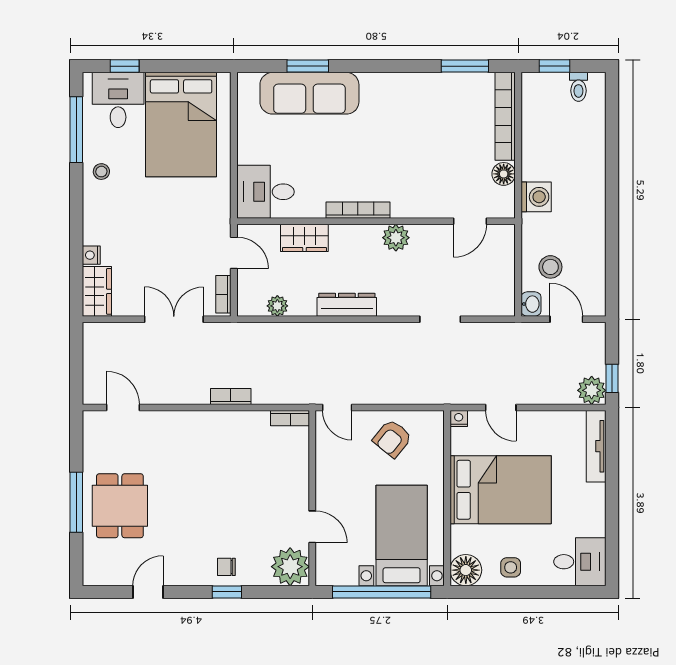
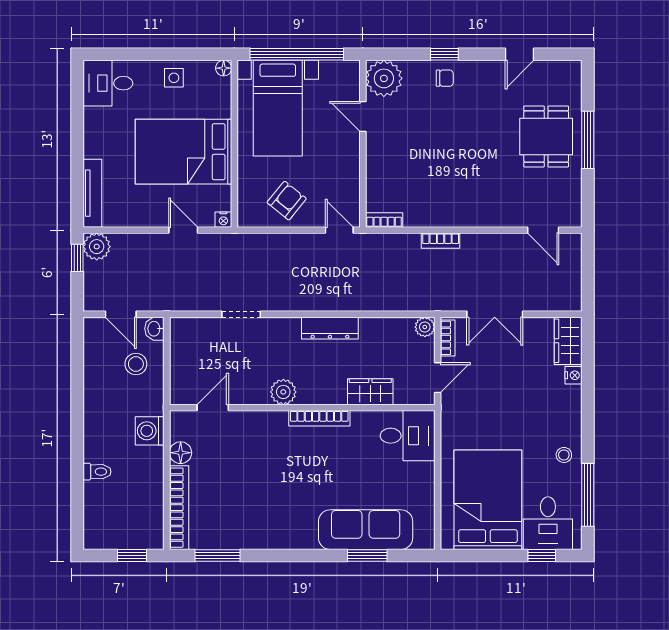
toilet: (578, 87) -> (97, 472), moved, turned 90
door: (234, 253) -> (438, 378), swing flipped
plant: (277, 306) -> (425, 327), moved
floor lamp: (466, 570) -> (224, 68), width x0.53, depth x0.53

